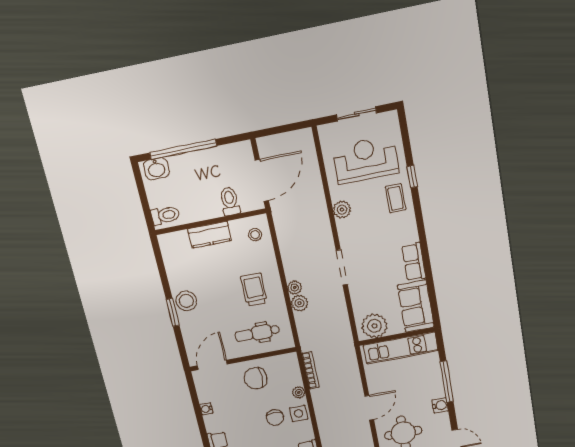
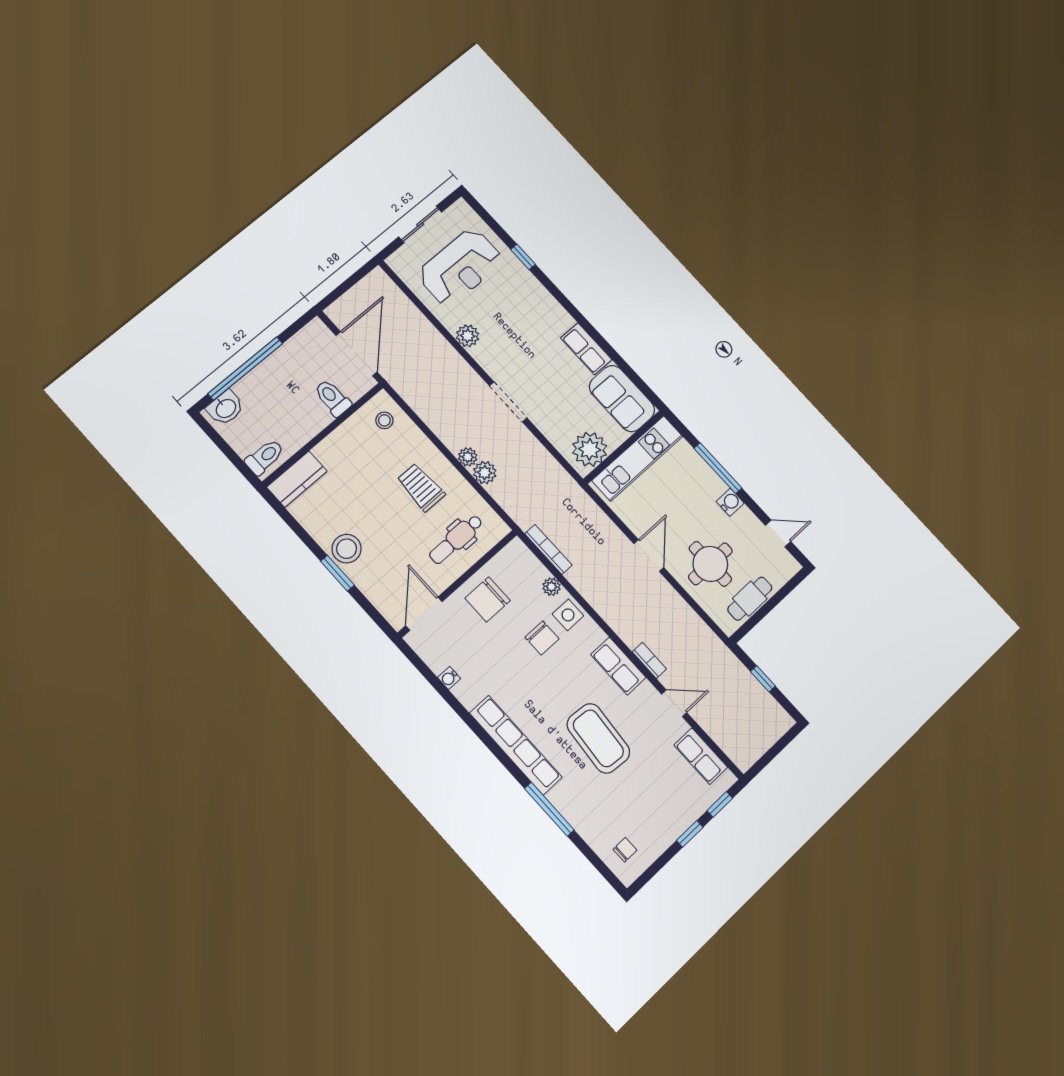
reception desk: (366, 160) -> (460, 267), turned 180
coffee table: (396, 198) -> (520, 290), removed
kitchen counter: (210, 235) -> (297, 479), moved

